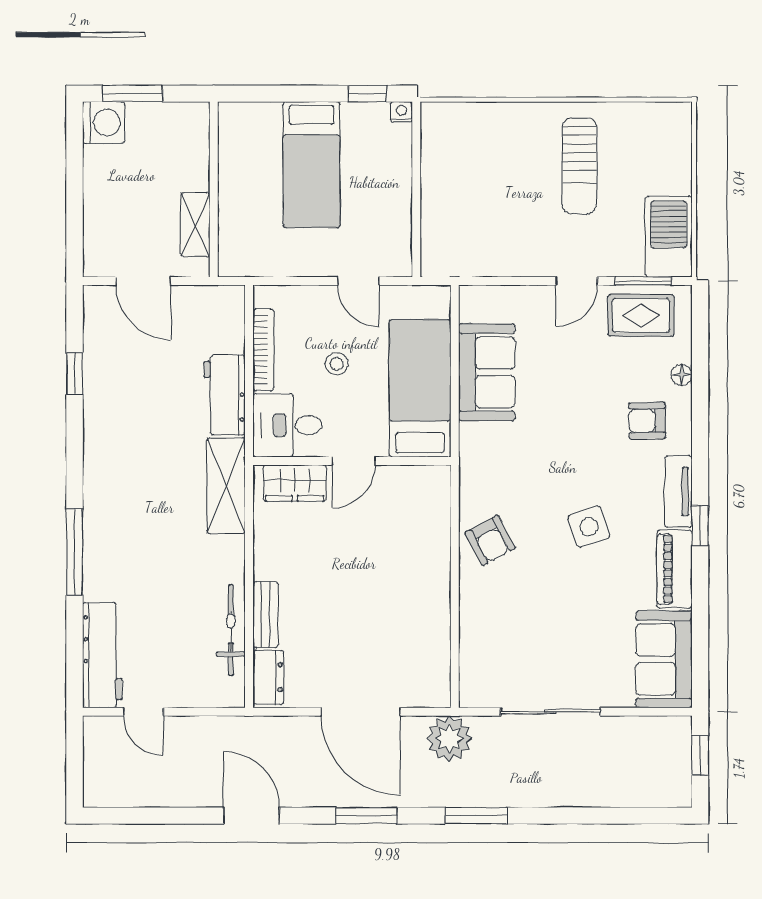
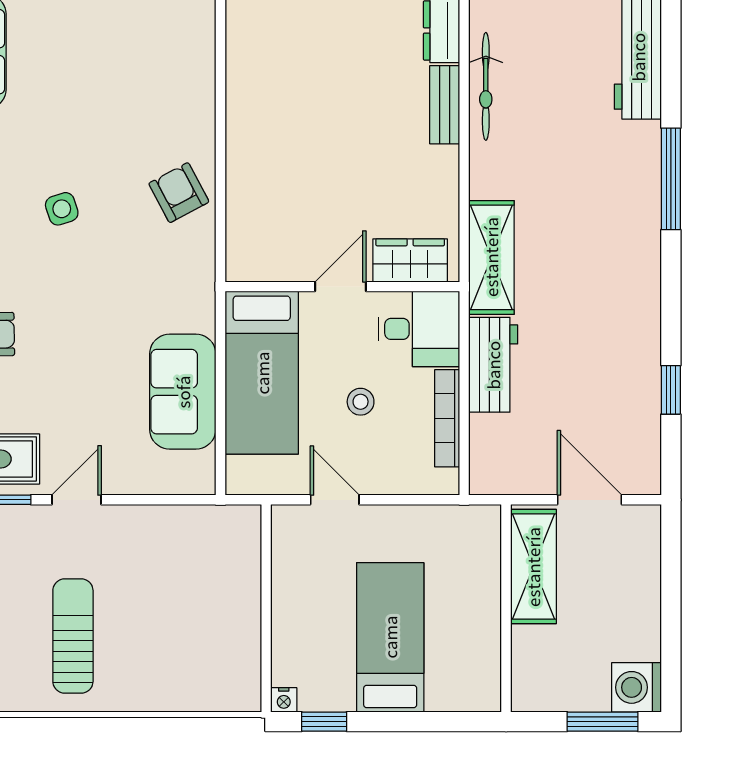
shelving: (195, 225) -> (533, 567), width x1.50, depth x1.33
side table: (589, 527) -> (62, 209), width x0.73, depth x0.73

